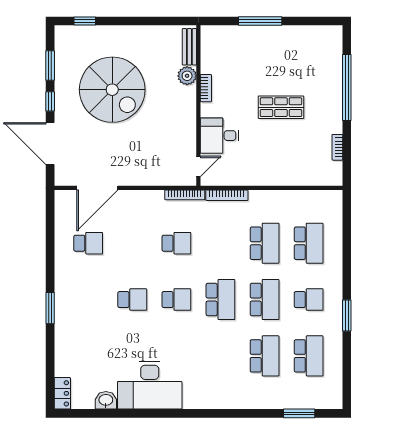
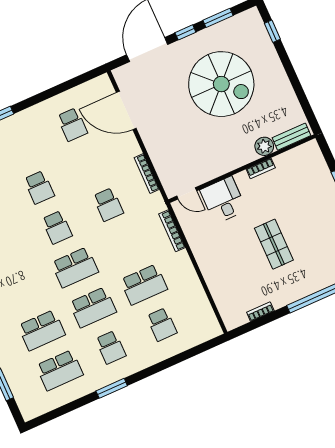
spiral stairs: (112, 90) -> (221, 84), turned -90
bookcase: (185, 195) -> (147, 174), moved
school desk: (309, 243) -> (162, 324), width x0.54

